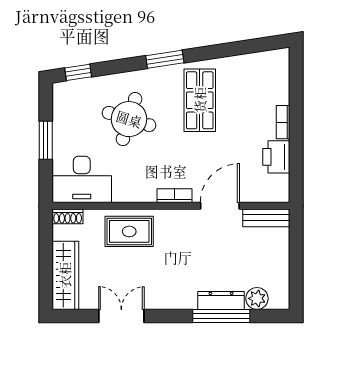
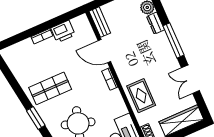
dresser: (221, 300) -> (155, 23), width x0.70
window: (221, 316) -> (173, 40), moved

